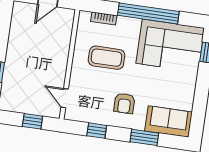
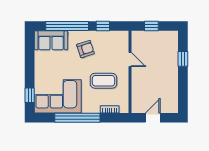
door: (65, 98) -> (130, 60), moved
armchair: (124, 103) -> (85, 49), turned 72
window: (144, 137) -> (67, 26), width x2.11

